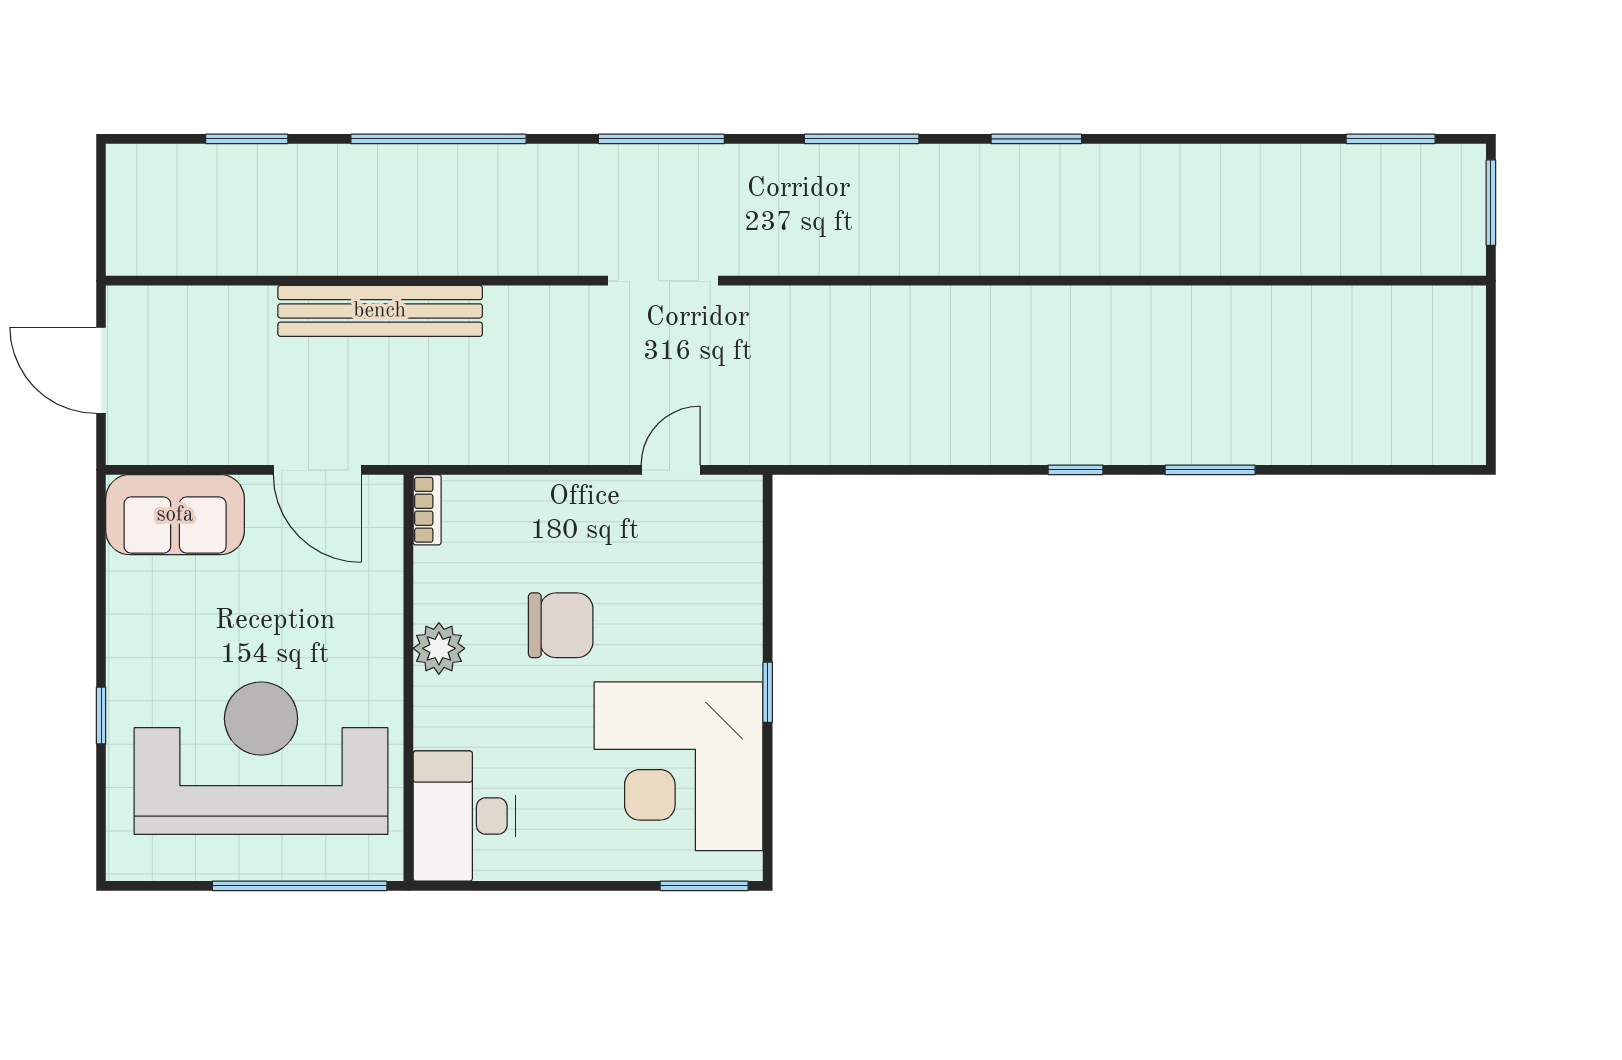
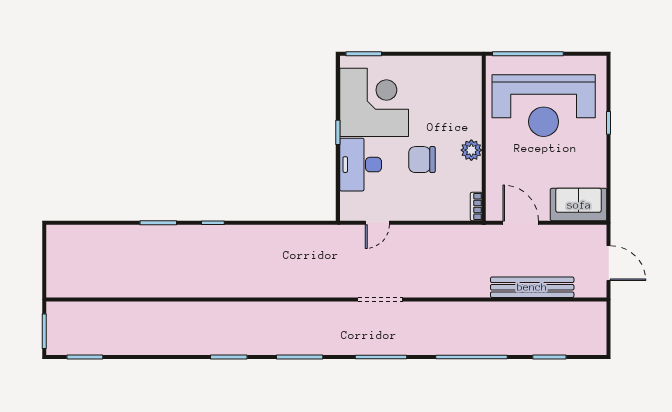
bench: (380, 311) -> (532, 287), moved
desk: (464, 816) -> (361, 165), moved, turned 180

